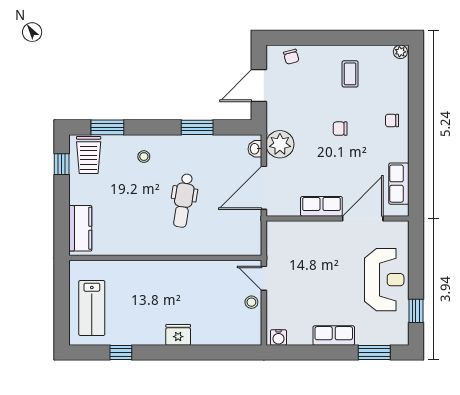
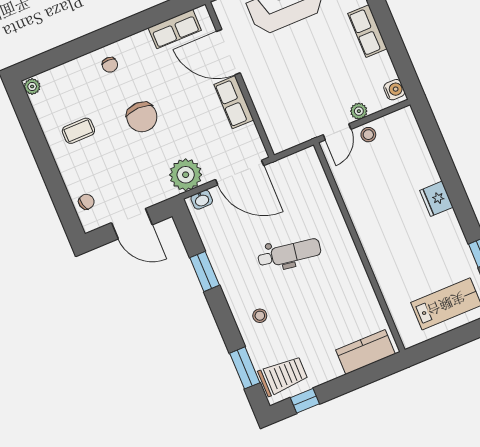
chair: (340, 129) -> (142, 117), width x1.87, depth x1.87
plant: (273, 302) -> (359, 111), added

